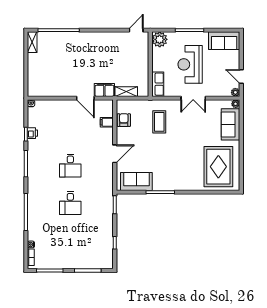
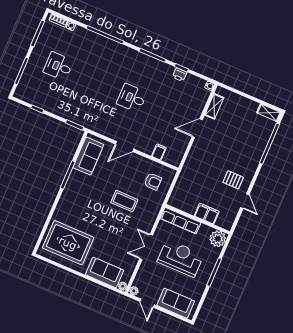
door: (136, 30) -> (245, 201), moved
sofa: (224, 41) -> (176, 303), moved, turned 90
pallet: (103, 48) -> (233, 180), added
door: (241, 76) -> (147, 303), swing flipped
row of seats: (158, 84) -> (181, 221), width x1.48
filing cabinet: (104, 90) -> (207, 214), moved, turned -90
shelving: (126, 92) -> (214, 106), moved
door: (85, 98) -> (197, 128), moved
armchair: (124, 120) -> (153, 181), moved
coffee table: (159, 122) -> (124, 201), moved
door: (115, 154) -> (125, 147), hinge flipped
desk: (70, 203) -> (58, 66), moved

